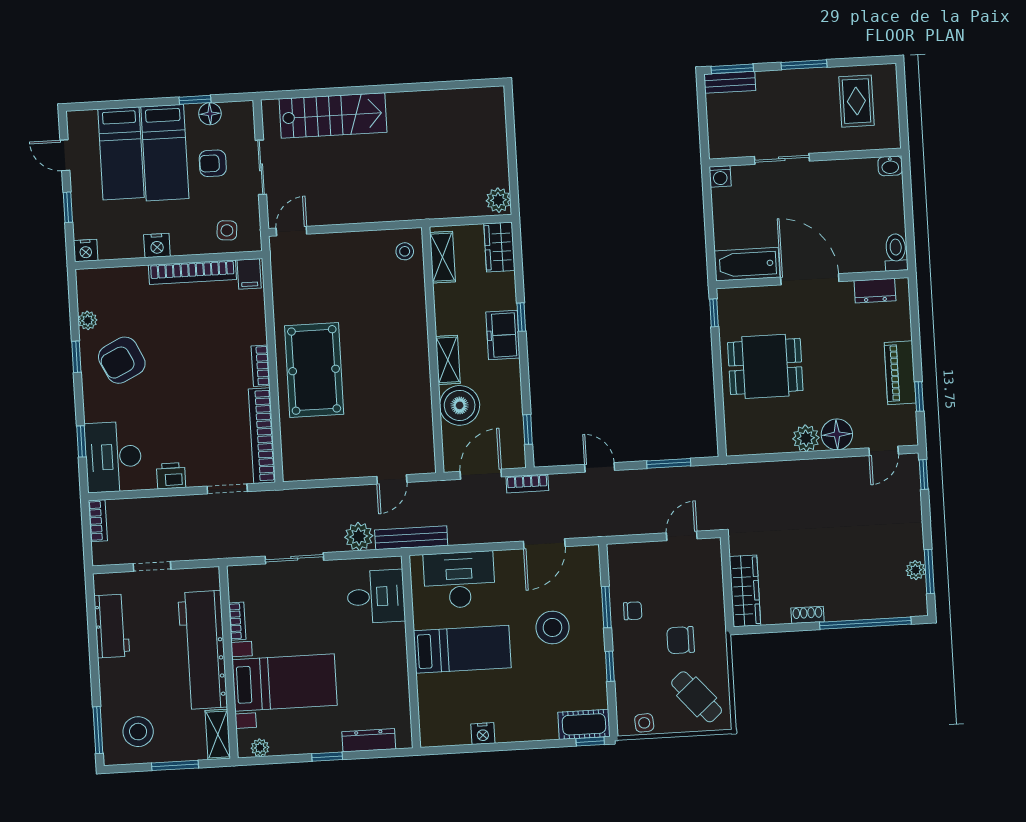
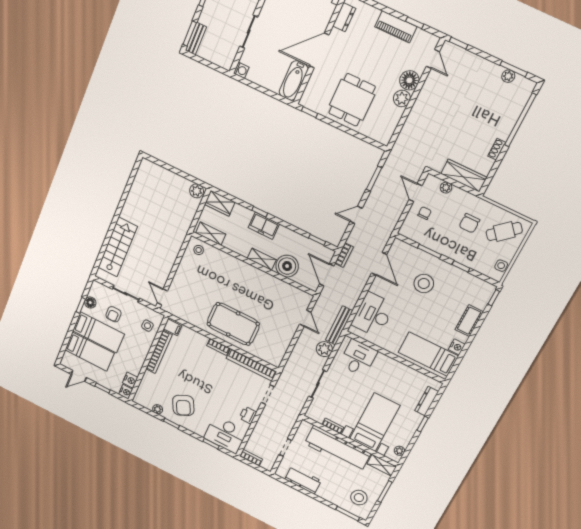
nightstand: (157, 245) -> (130, 380), moved
plant: (714, 576) -> (446, 188), added
chair: (633, 611) -> (425, 213), moved
bed: (462, 649) -> (428, 354), moved, turned -90
cot: (584, 724) -> (469, 321), moved

